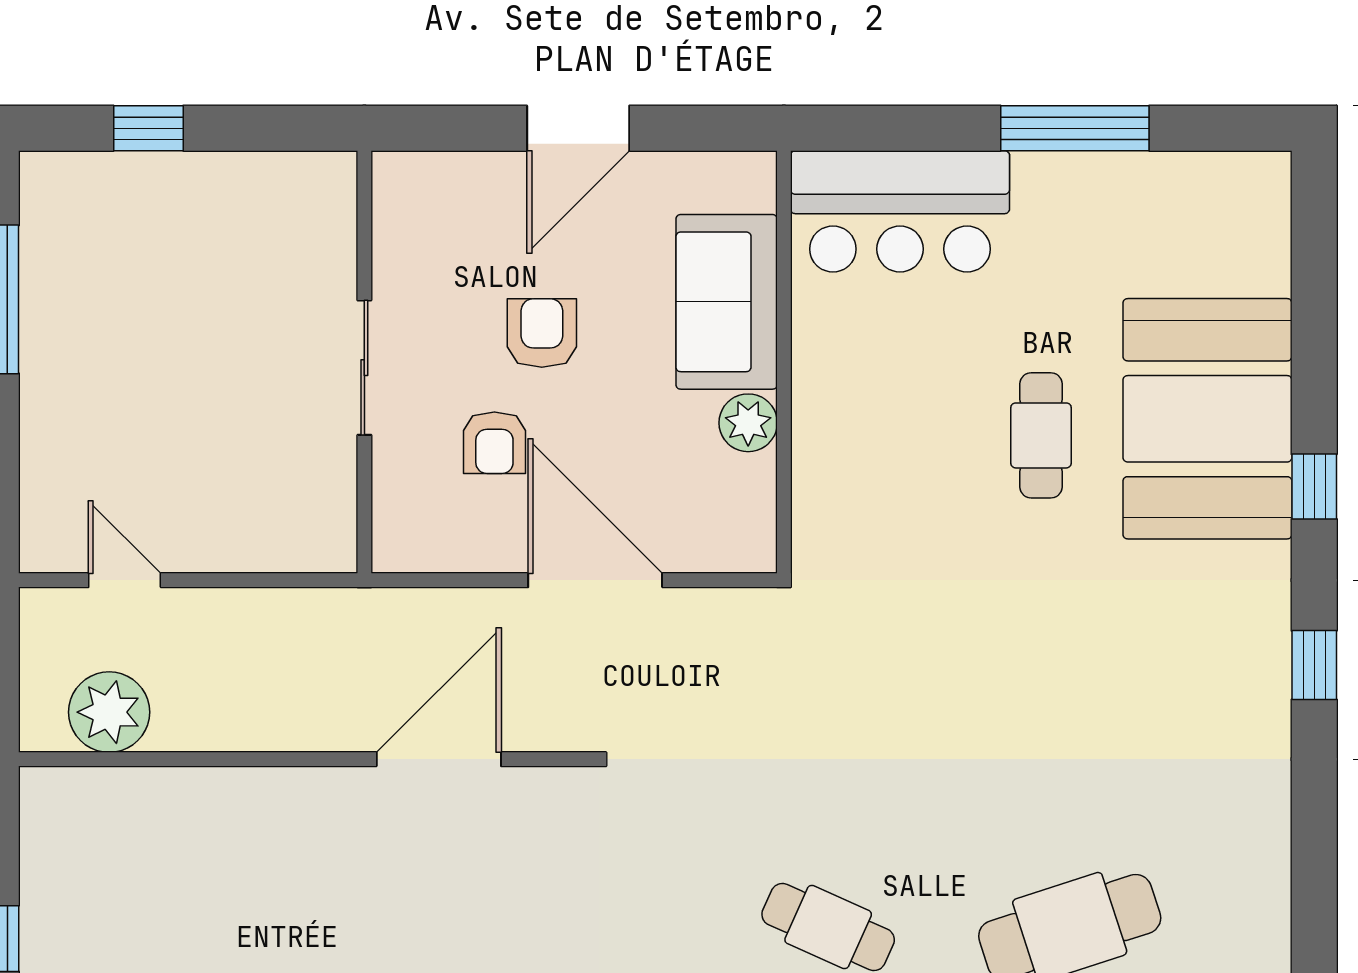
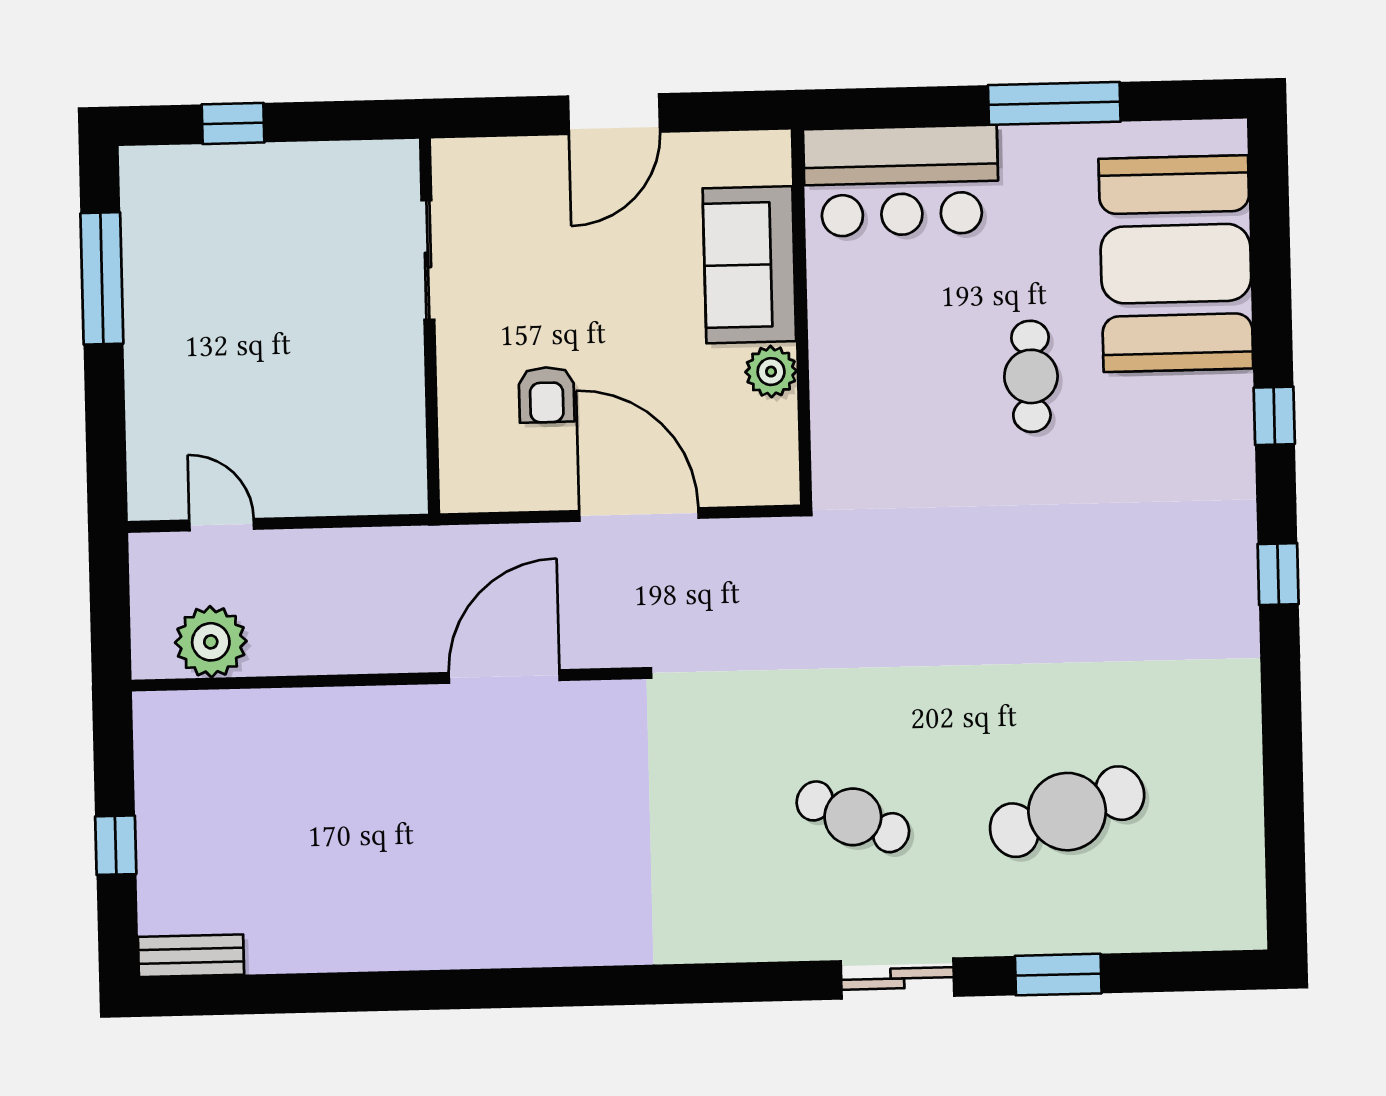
armchair: (542, 333) -> (586, 296), removed
sliding door: (364, 368) -> (428, 260), moved
booth: (1207, 419) -> (1176, 264), moved

